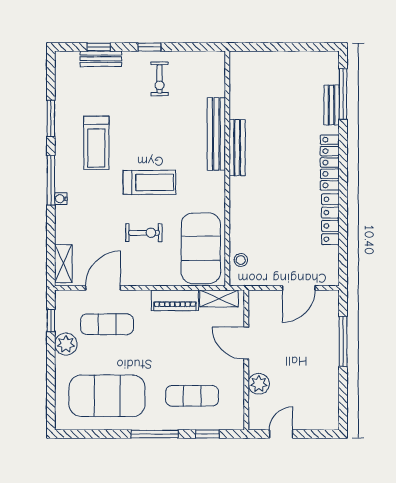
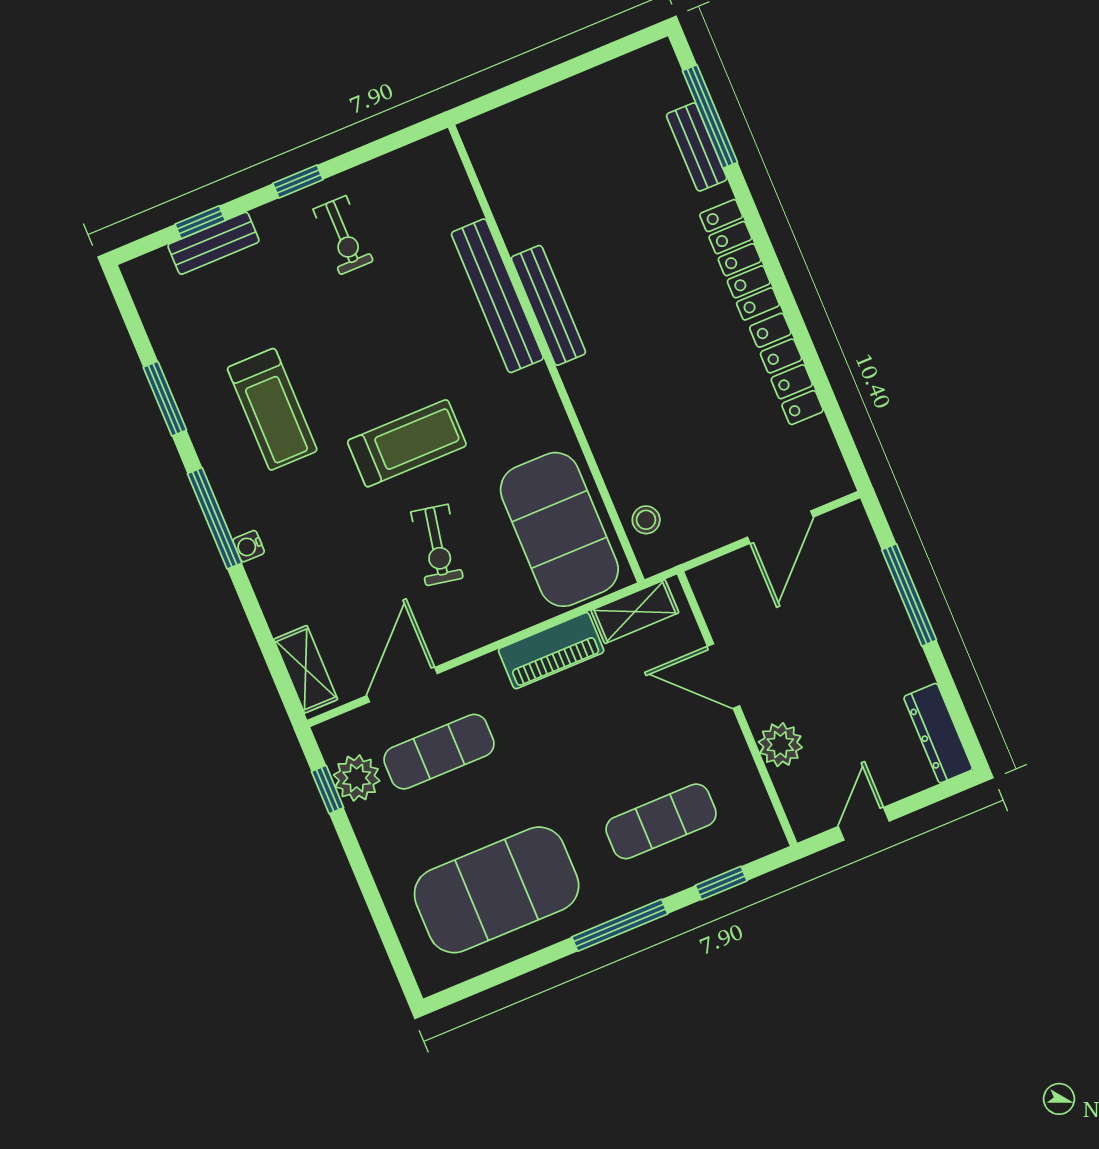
exercise bike: (144, 233) -> (437, 545), turned 101
plant: (66, 344) -> (357, 778), moved
dresser: (330, 408) -> (938, 733), added

